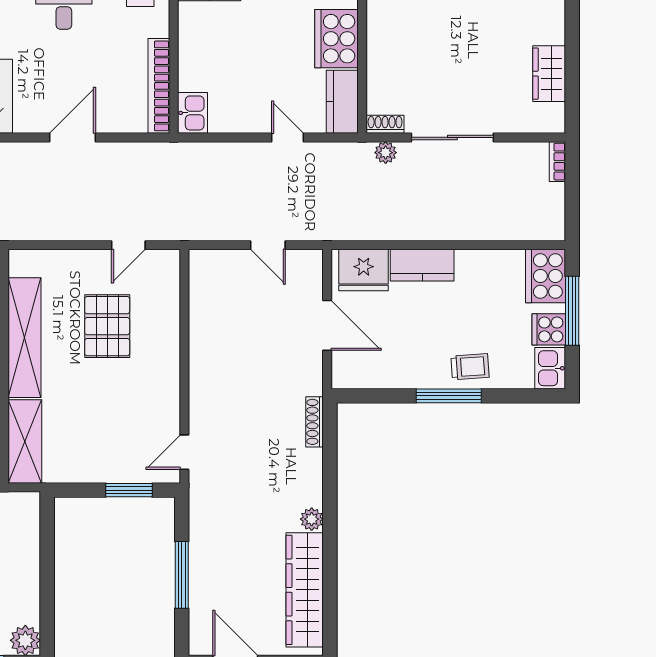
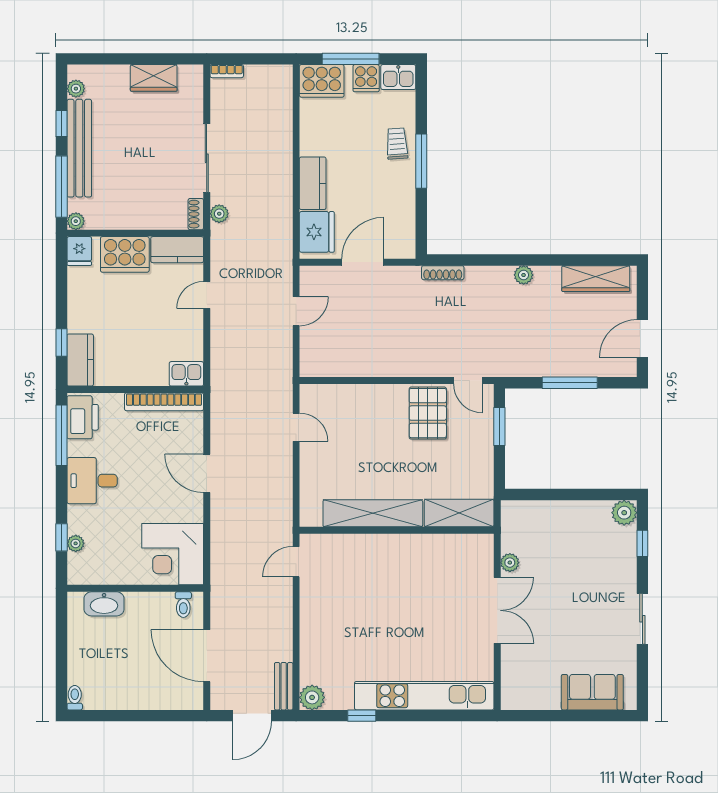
pallet: (107, 326) -> (428, 413), moved, turned 90
wardrobe: (305, 590) -> (596, 279), width x0.71, depth x0.85

